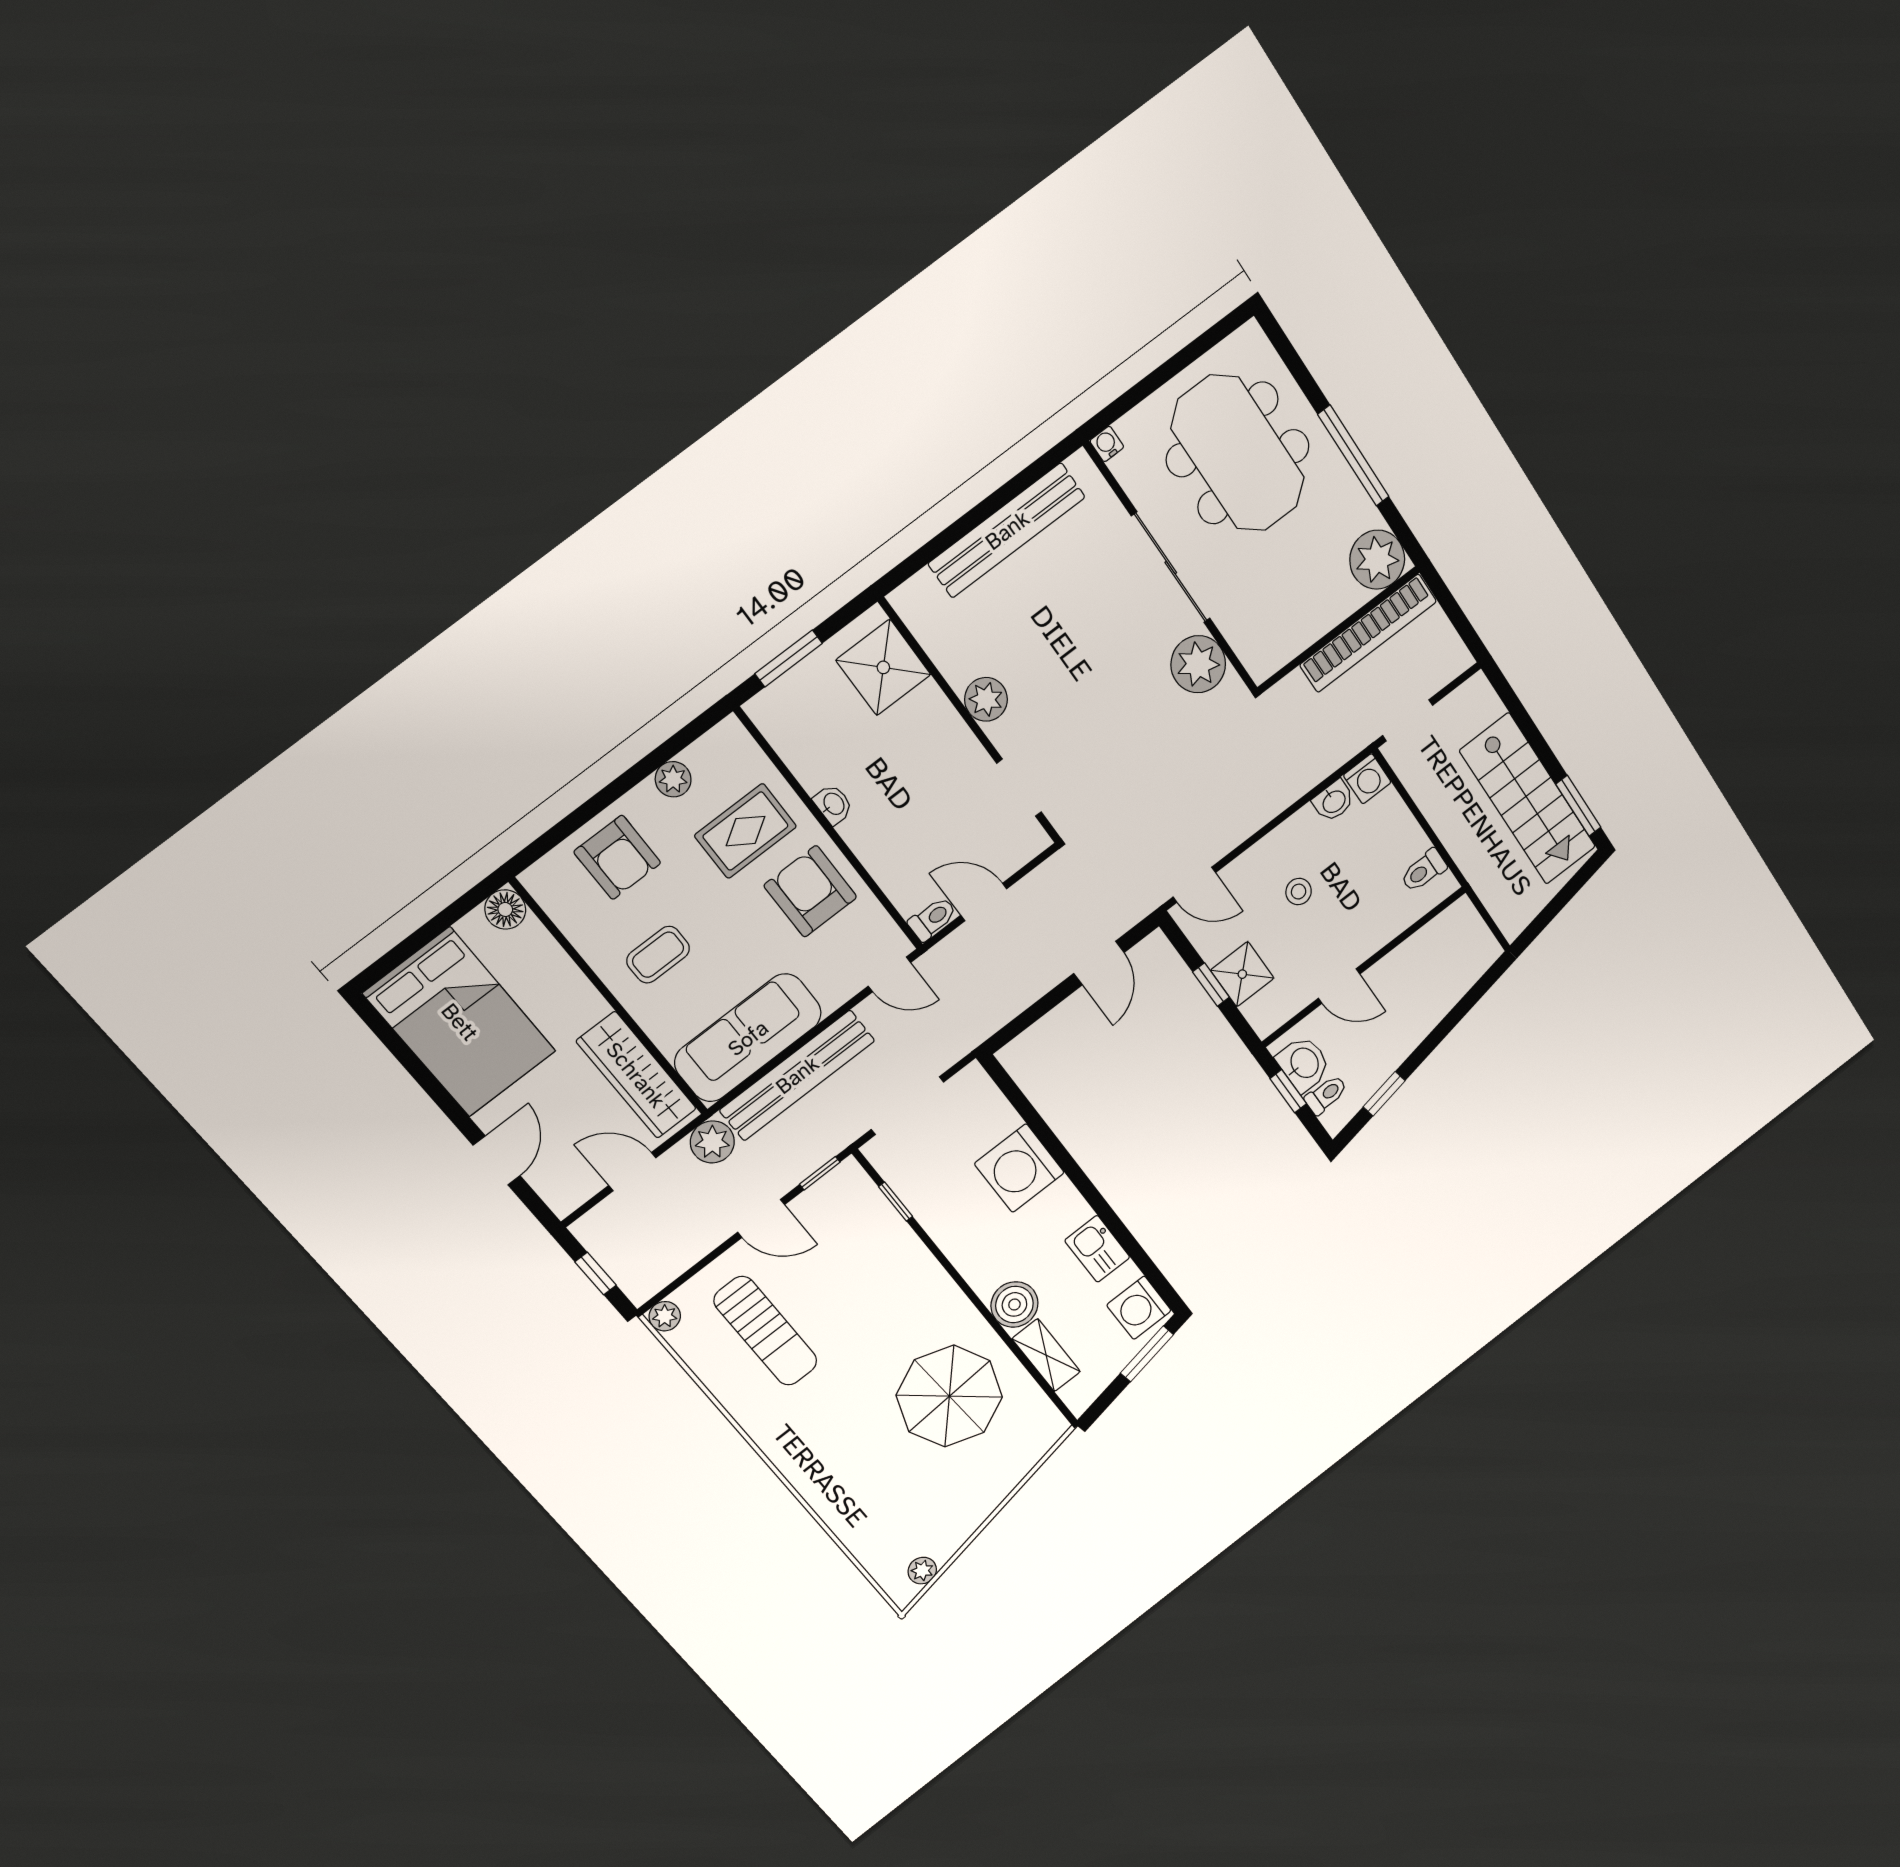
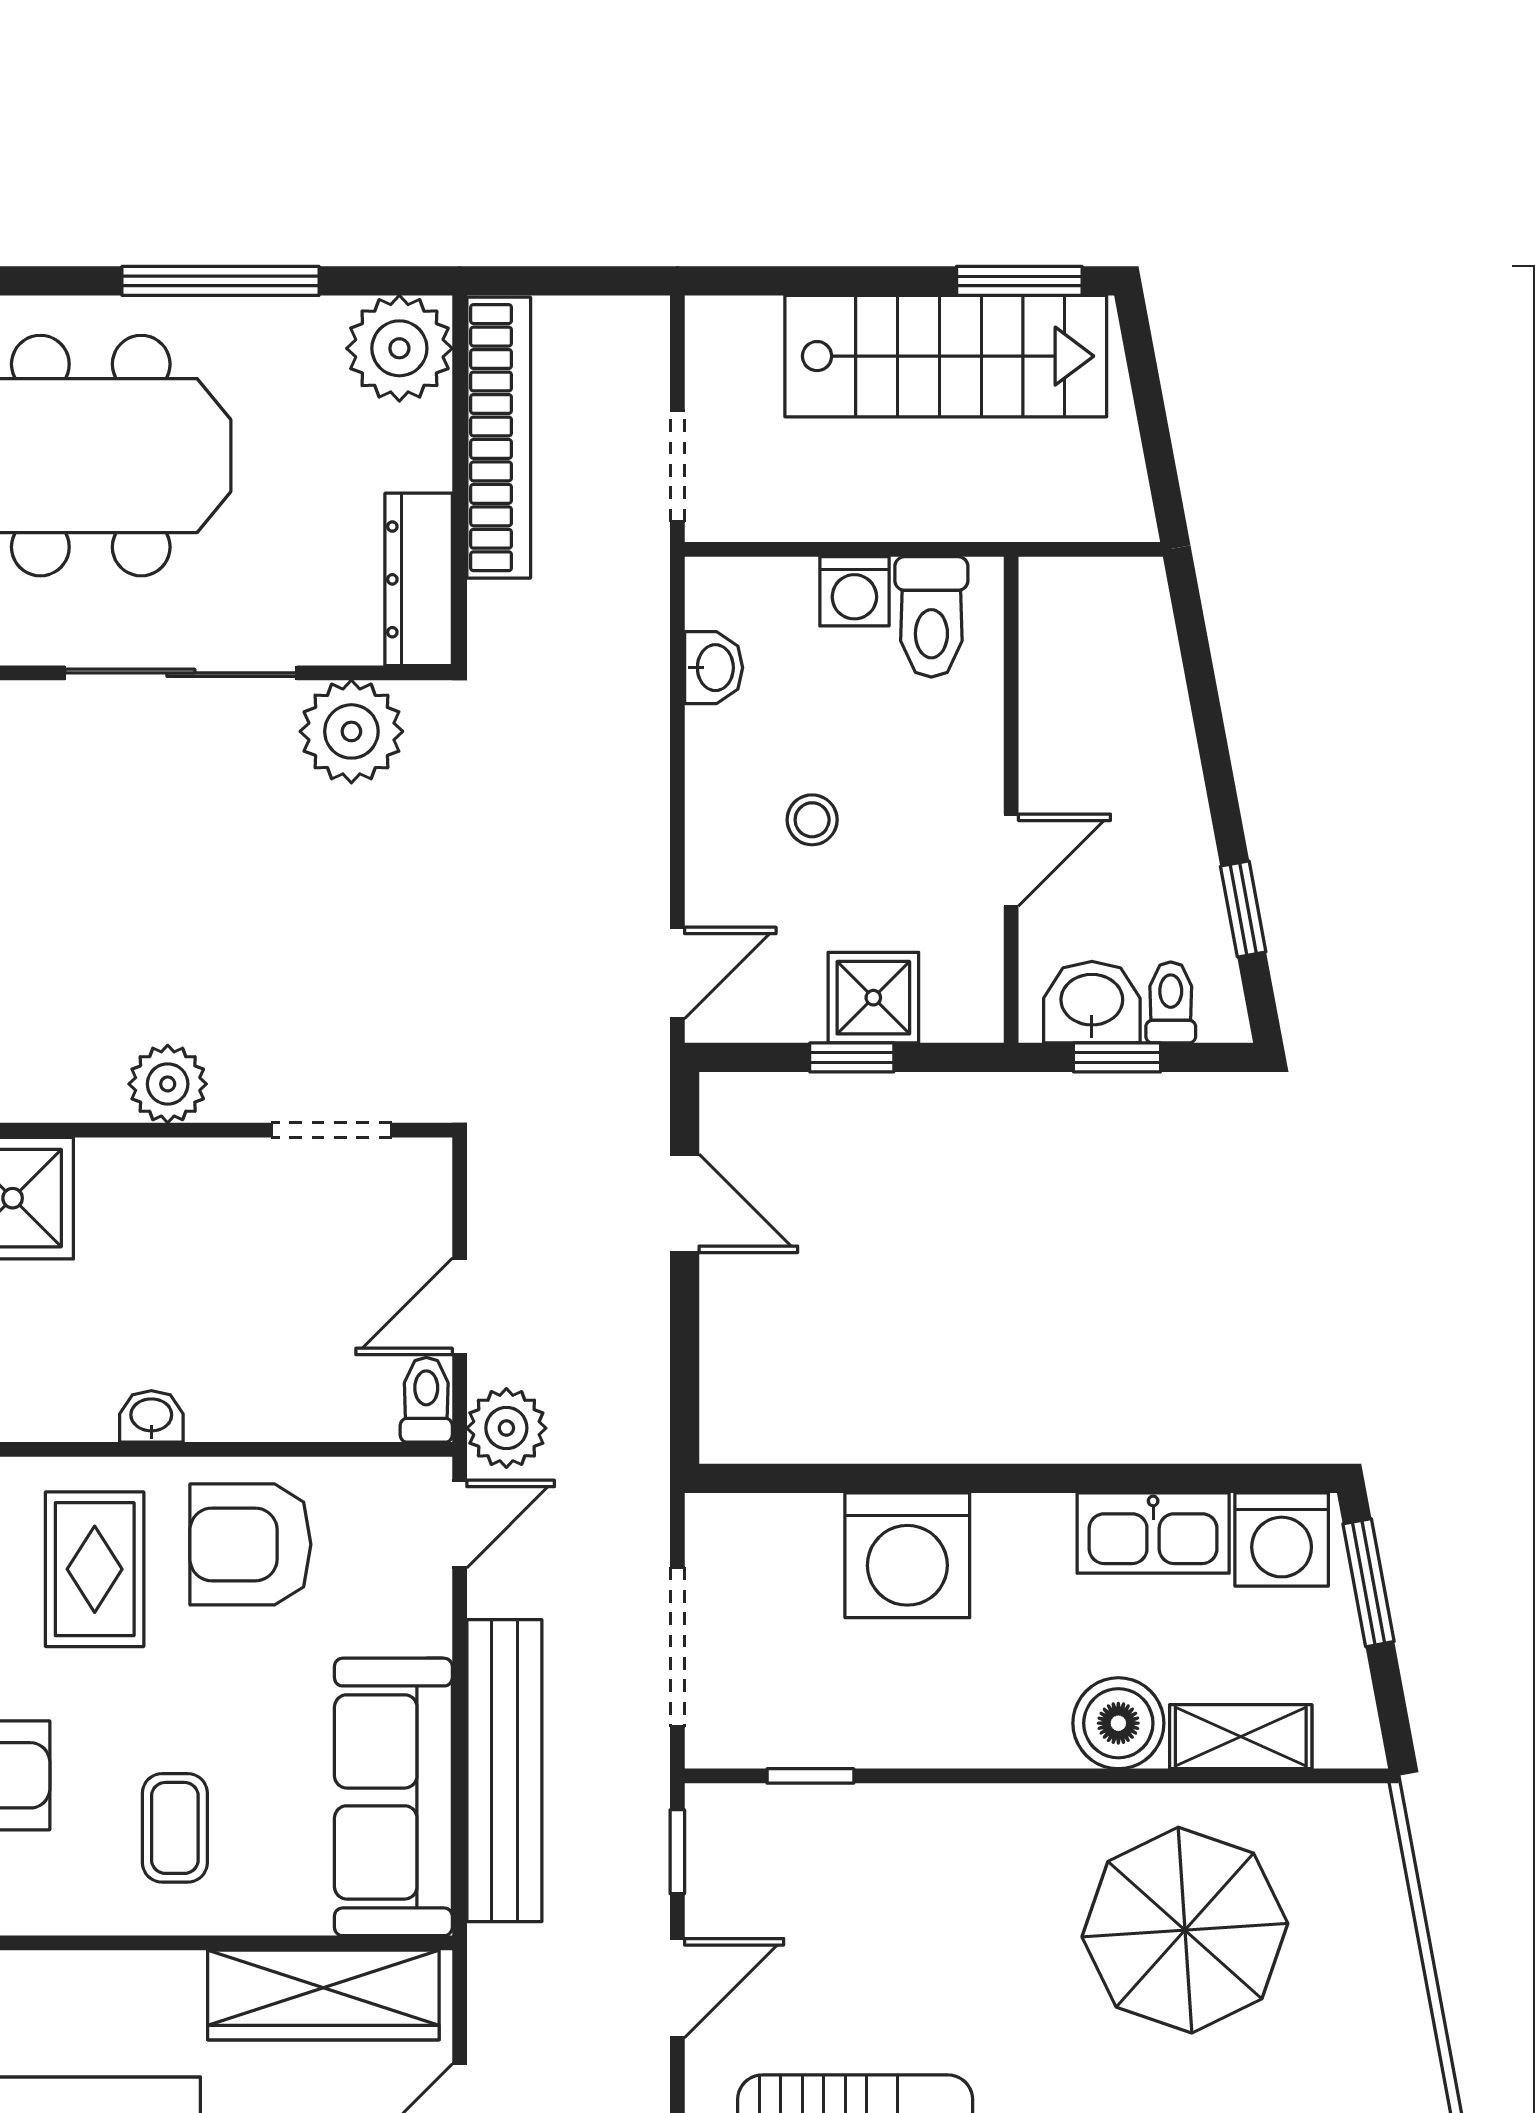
dresser: (1284, 644) -> (419, 579), added
washing machine: (1367, 779) -> (854, 591), moved, turned 90
toilet: (1424, 871) -> (931, 617), width x1.37, depth x1.39
plant: (712, 1142) -> (506, 1428), moved
kitchen sink: (1097, 1249) -> (1153, 1533), width x1.38

